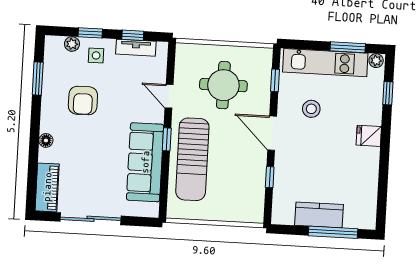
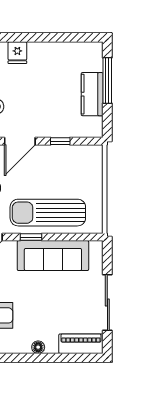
sun lounger: (192, 159) -> (48, 213), turned 180

